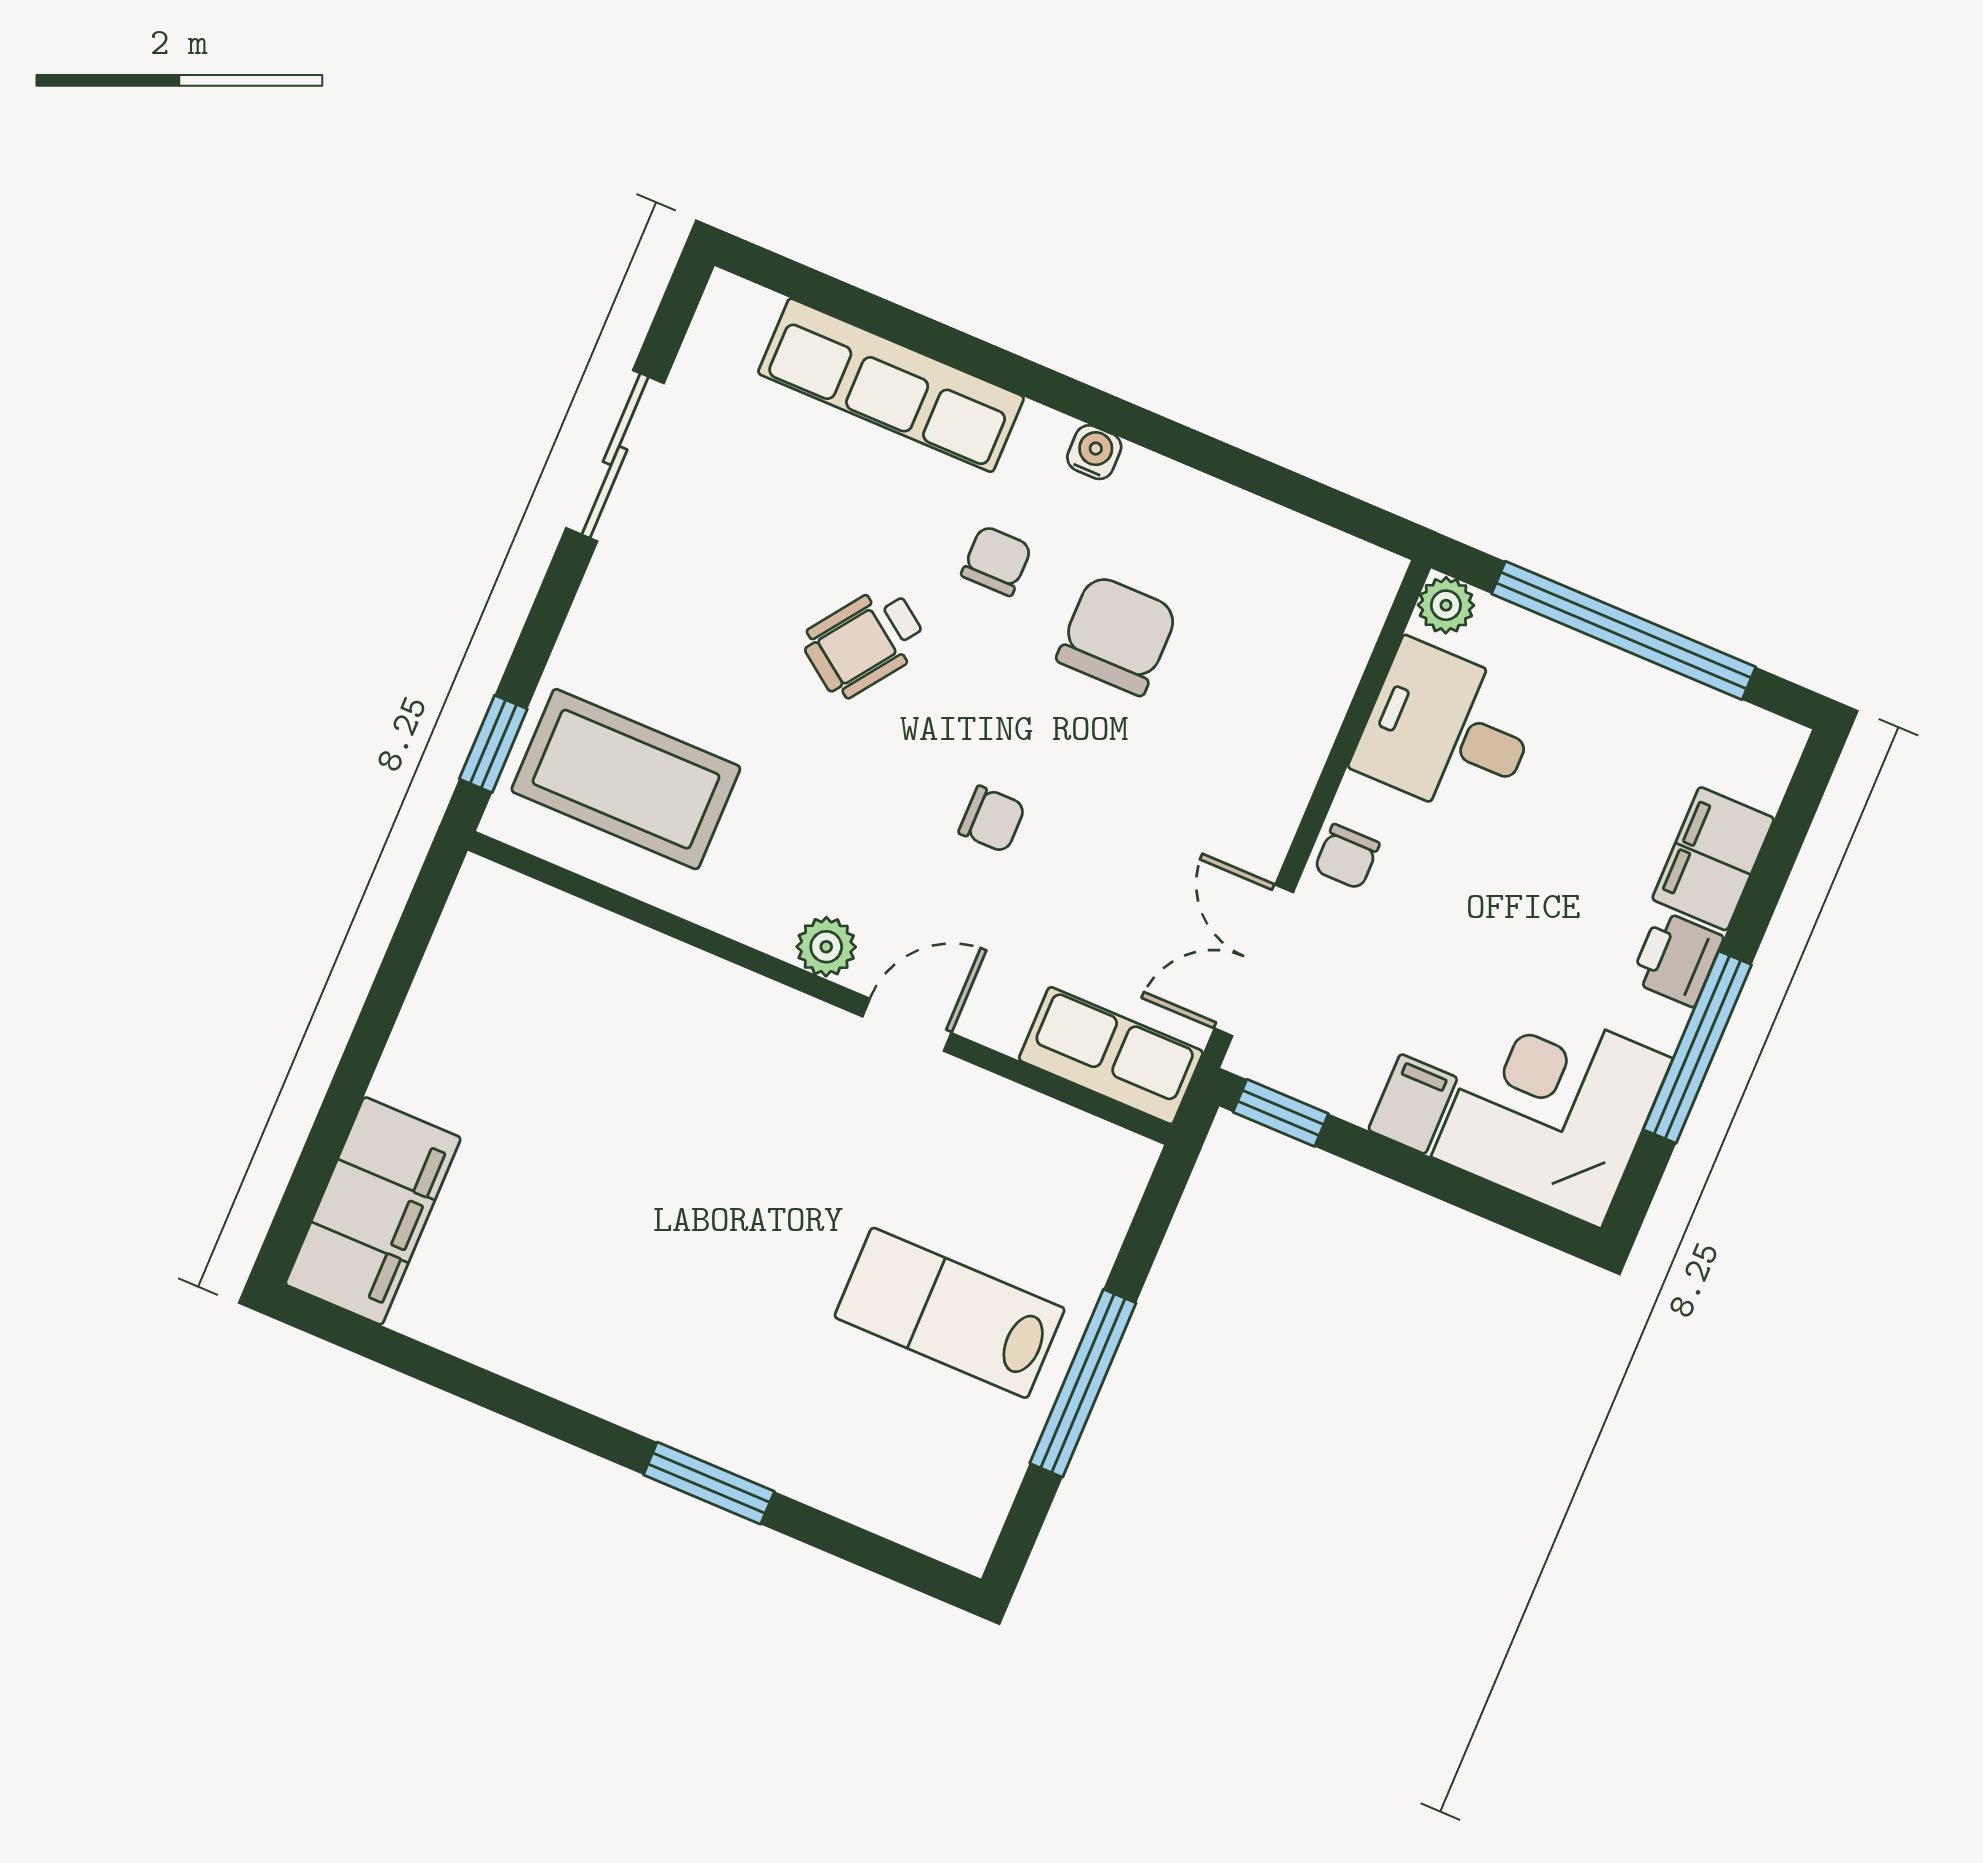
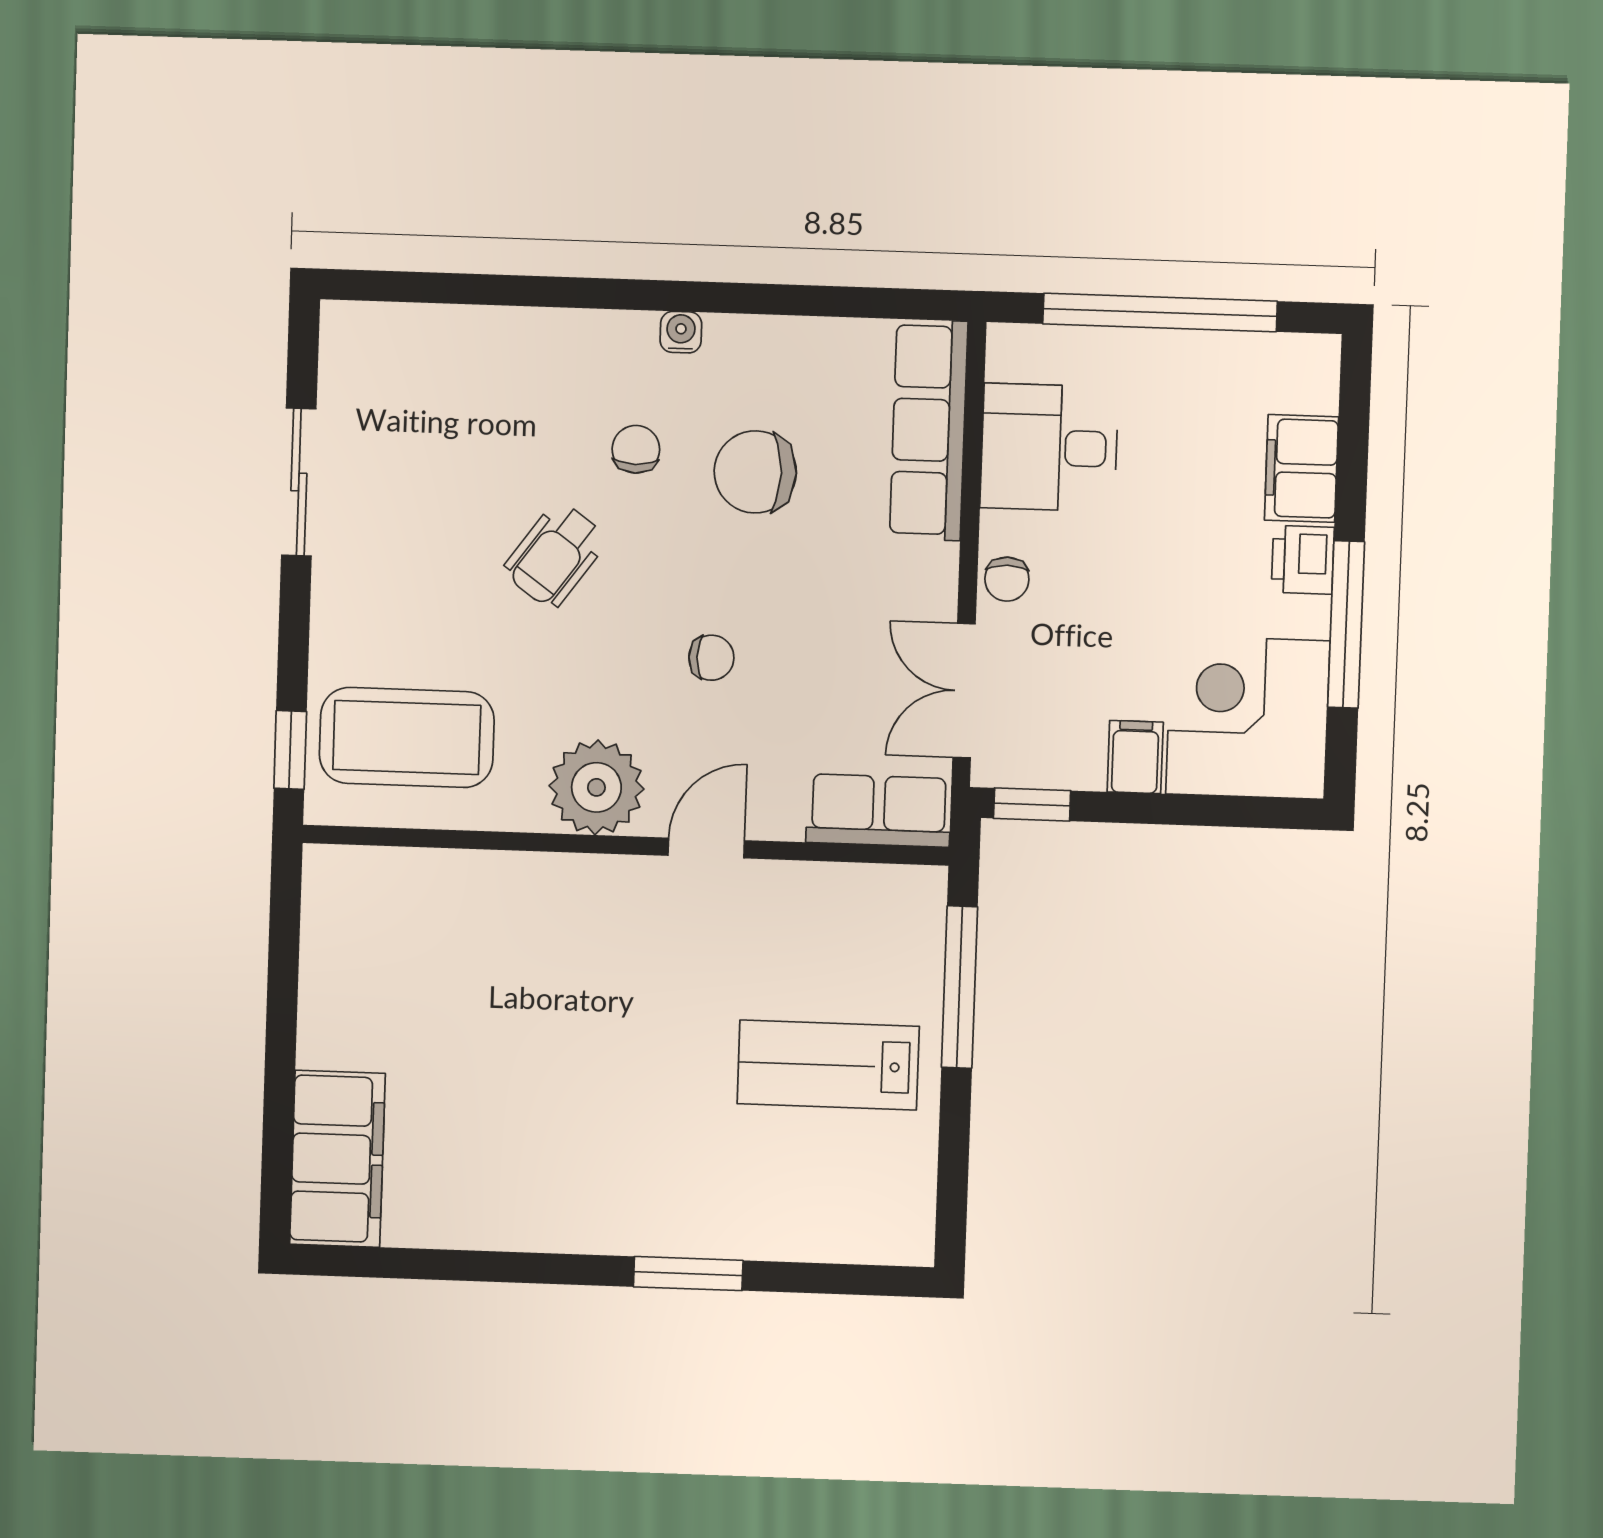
row of seats: (891, 385) -> (929, 430), moved, turned 90
plant: (1446, 605) -> (1010, 347), removed
chair: (1117, 635) -> (755, 472), turned -90
plant: (826, 947) -> (596, 787), width x1.87, depth x1.87
window: (1083, 1383) -> (960, 987), moved

